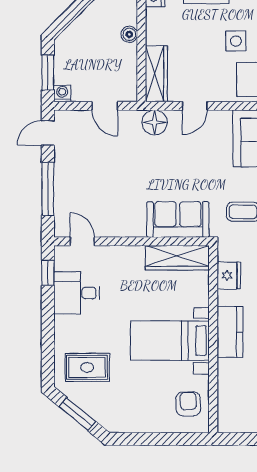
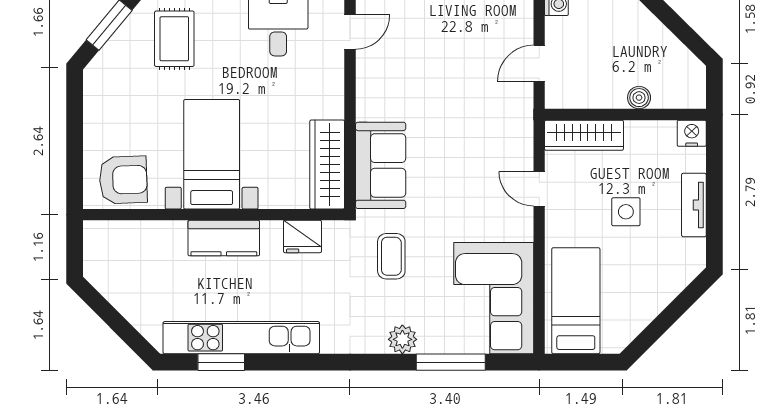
side table: (236, 41) -> (626, 212), moved
floor lamp: (155, 122) -> (516, 133), removed
armchair: (188, 404) -> (123, 180), width x1.38, depth x1.38

